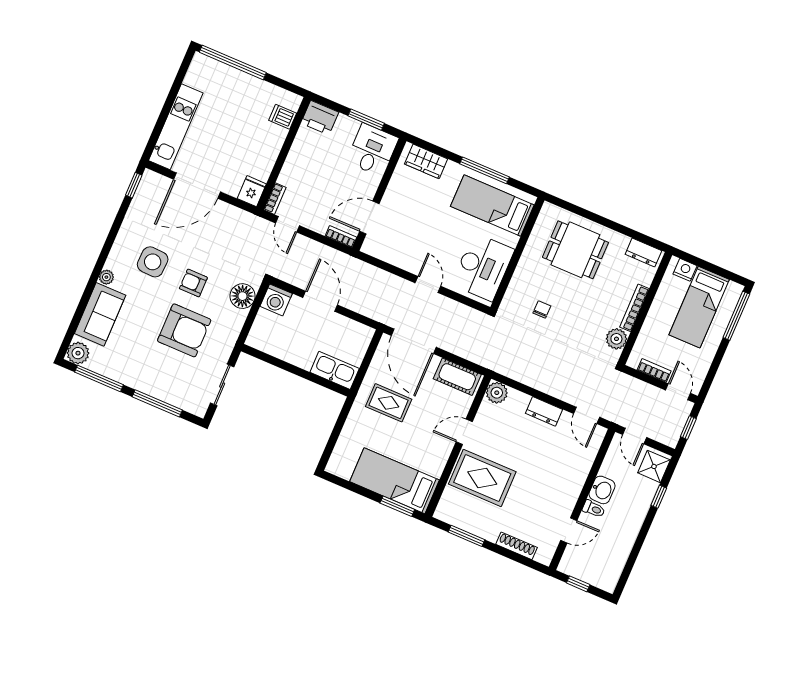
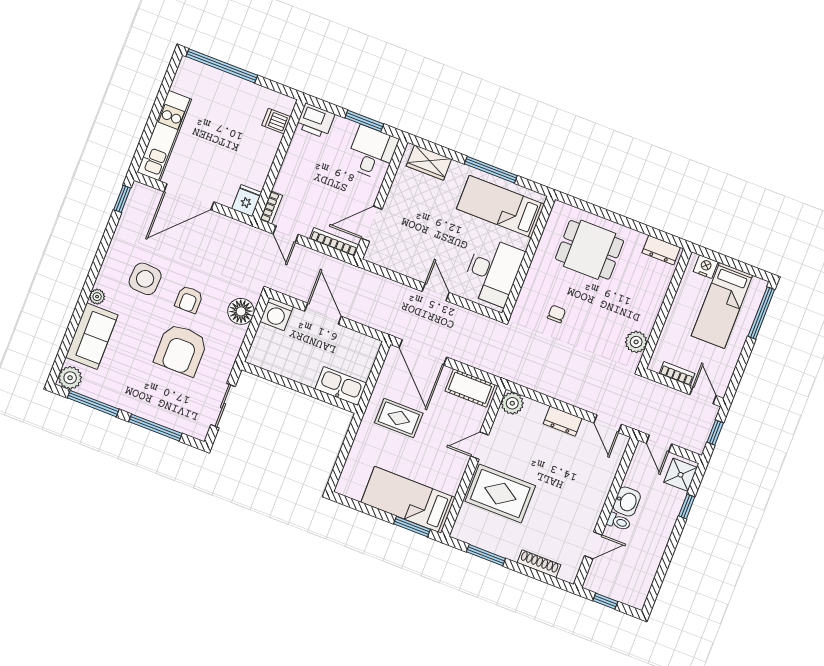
bookcase: (341, 237) -> (334, 242), width x1.56
armchair: (193, 283) -> (189, 299), turned -90
bookcase: (634, 308) -> (654, 309), removed
armchair: (184, 330) -> (181, 350), turned 90

